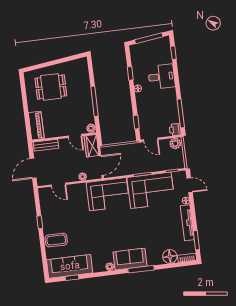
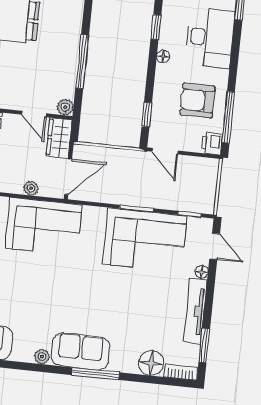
desk: (161, 77) -> (210, 38), width x1.37
armchair: (162, 108) -> (198, 101), added
plant: (175, 143) -> (206, 168), removed
corner sofa: (108, 194) -> (44, 227), moved

